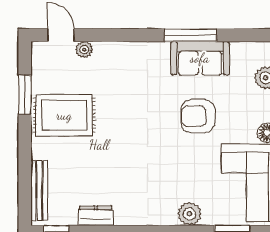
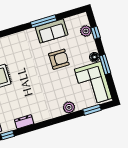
armchair: (198, 116) -> (59, 59), turned 180

